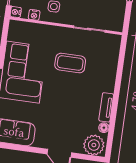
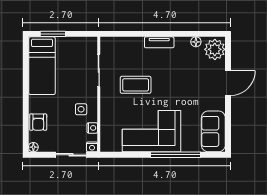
coffee table: (70, 63) -> (136, 85), turned 90
tv unit: (106, 107) -> (159, 42), moved

